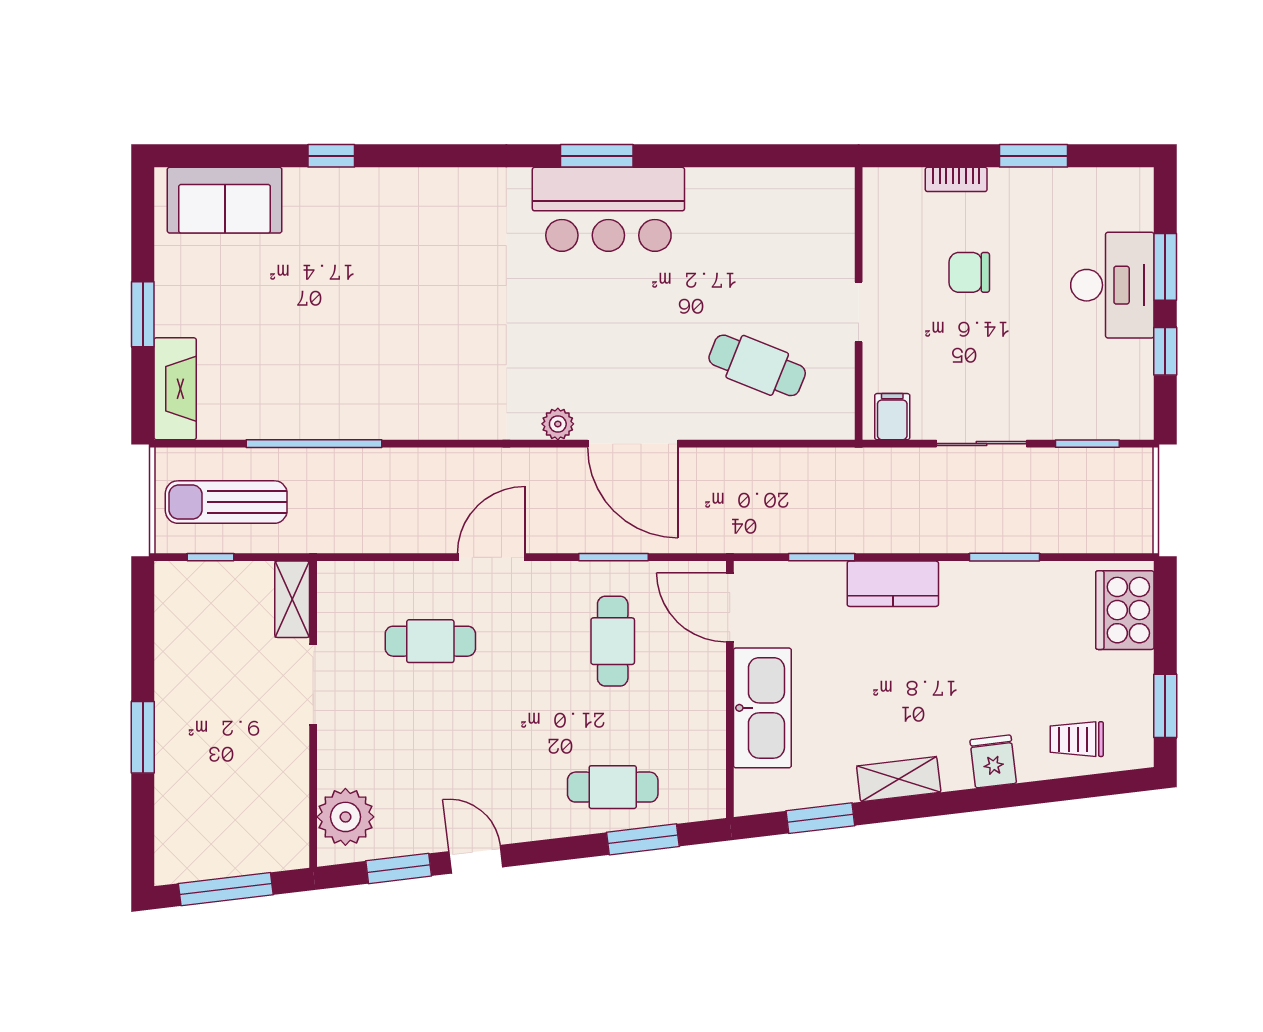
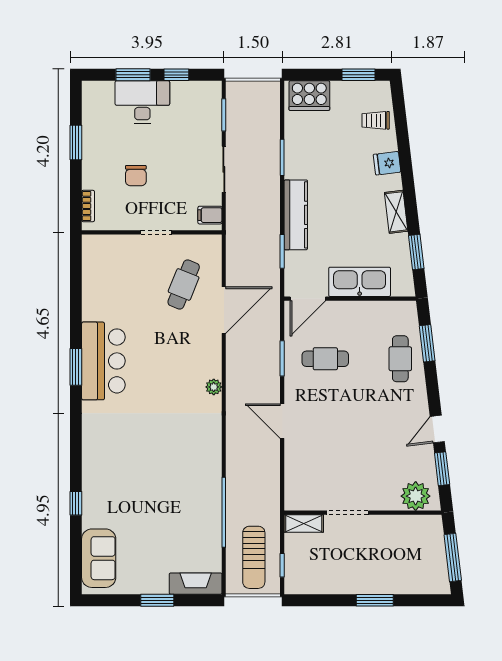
bookcase: (956, 179) -> (88, 206), moved
door: (633, 444) -> (224, 310), moved
kitchen counter: (893, 584) -> (296, 215), width x1.50
cafe table: (430, 641) -> (325, 452), removed
trolley: (1077, 739) -> (376, 120), turned 90

